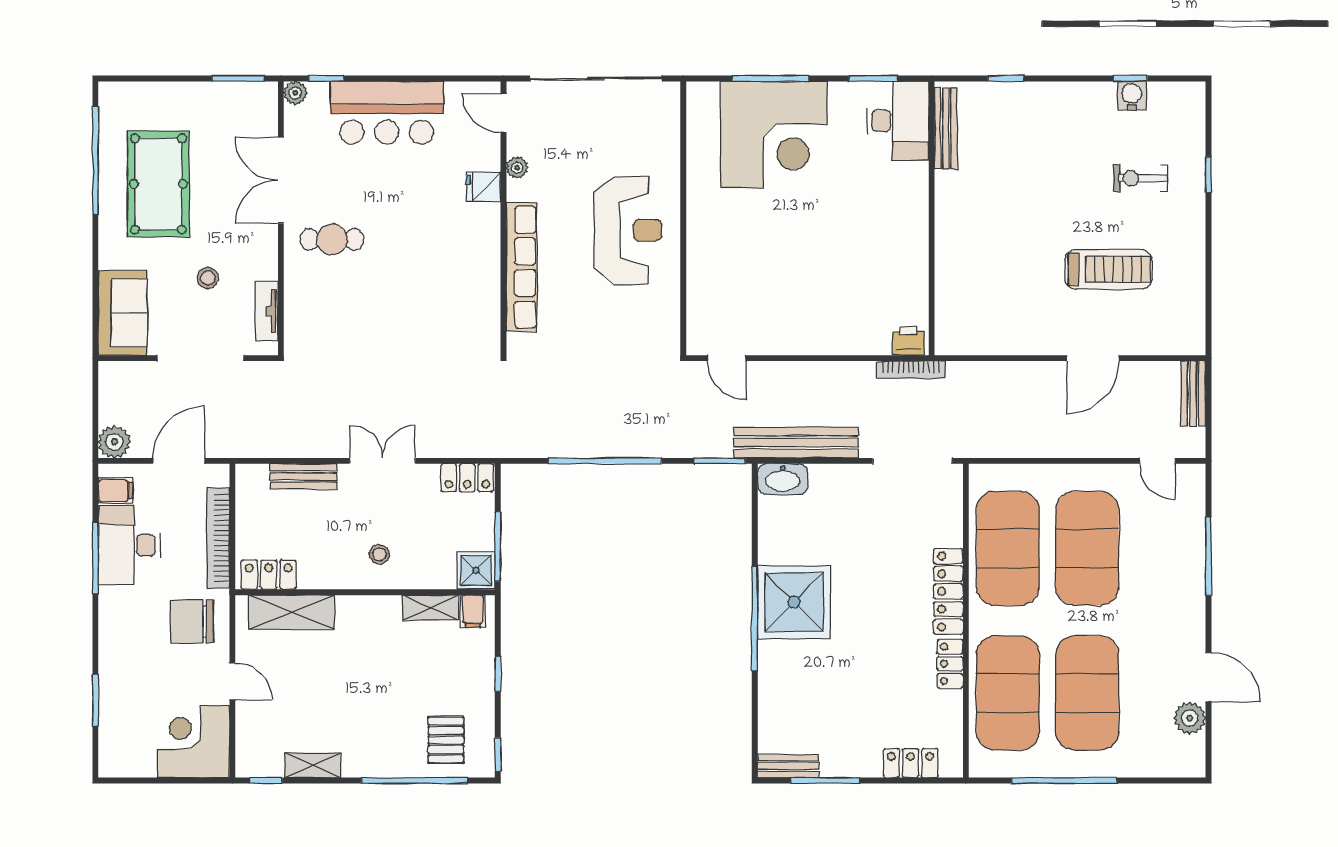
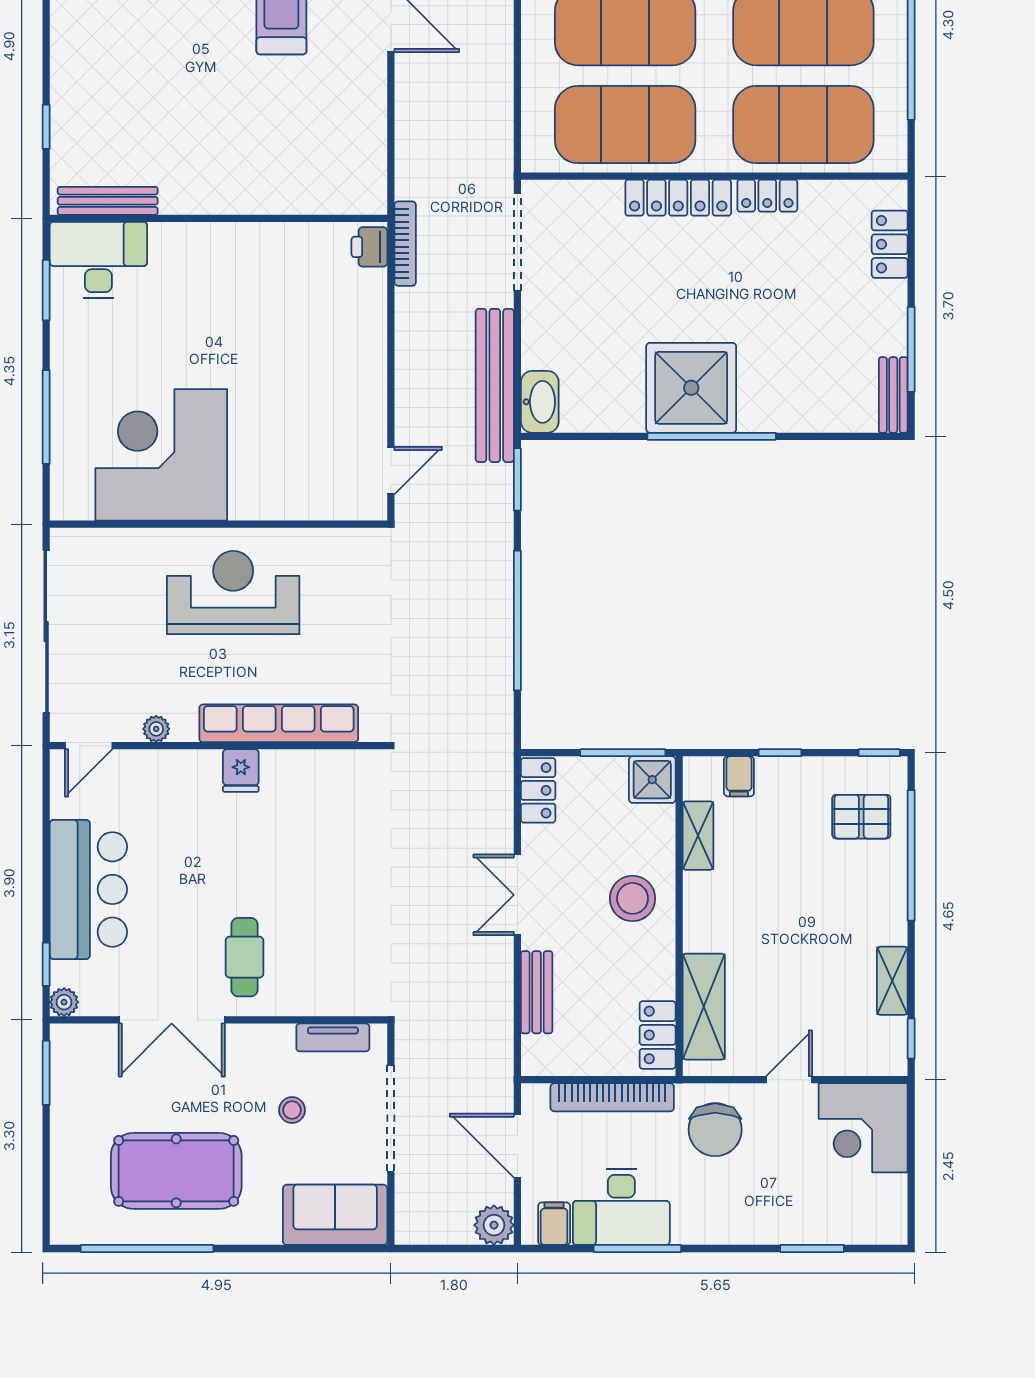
corner desk: (774, 135) -> (161, 455), moved, turned -90
fridge: (483, 187) -> (241, 771), moved
stool: (379, 554) -> (633, 898), width x1.89, depth x1.89
filing cabinet: (473, 611) -> (739, 776), moved, turned 90

